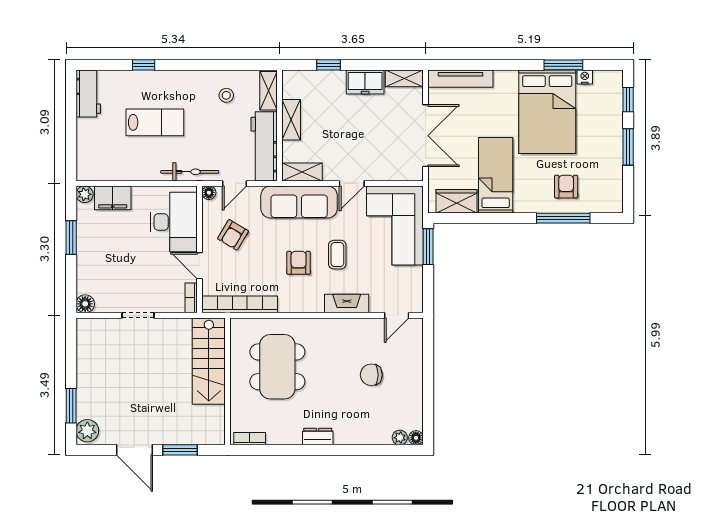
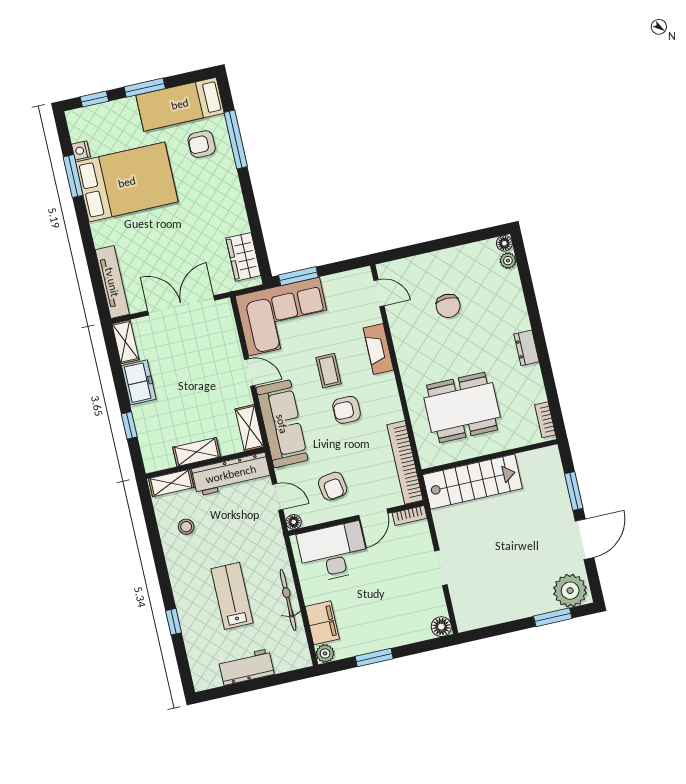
workbench: (88, 94) -> (246, 667), moved
bicycle: (190, 172) -> (288, 600), moved
bed: (496, 175) -> (180, 104), moved
armchair: (233, 235) -> (333, 486), turned 50
coffee table: (337, 255) -> (329, 371), turned 90
plant: (87, 431) -> (570, 591), width x1.36, depth x1.36

